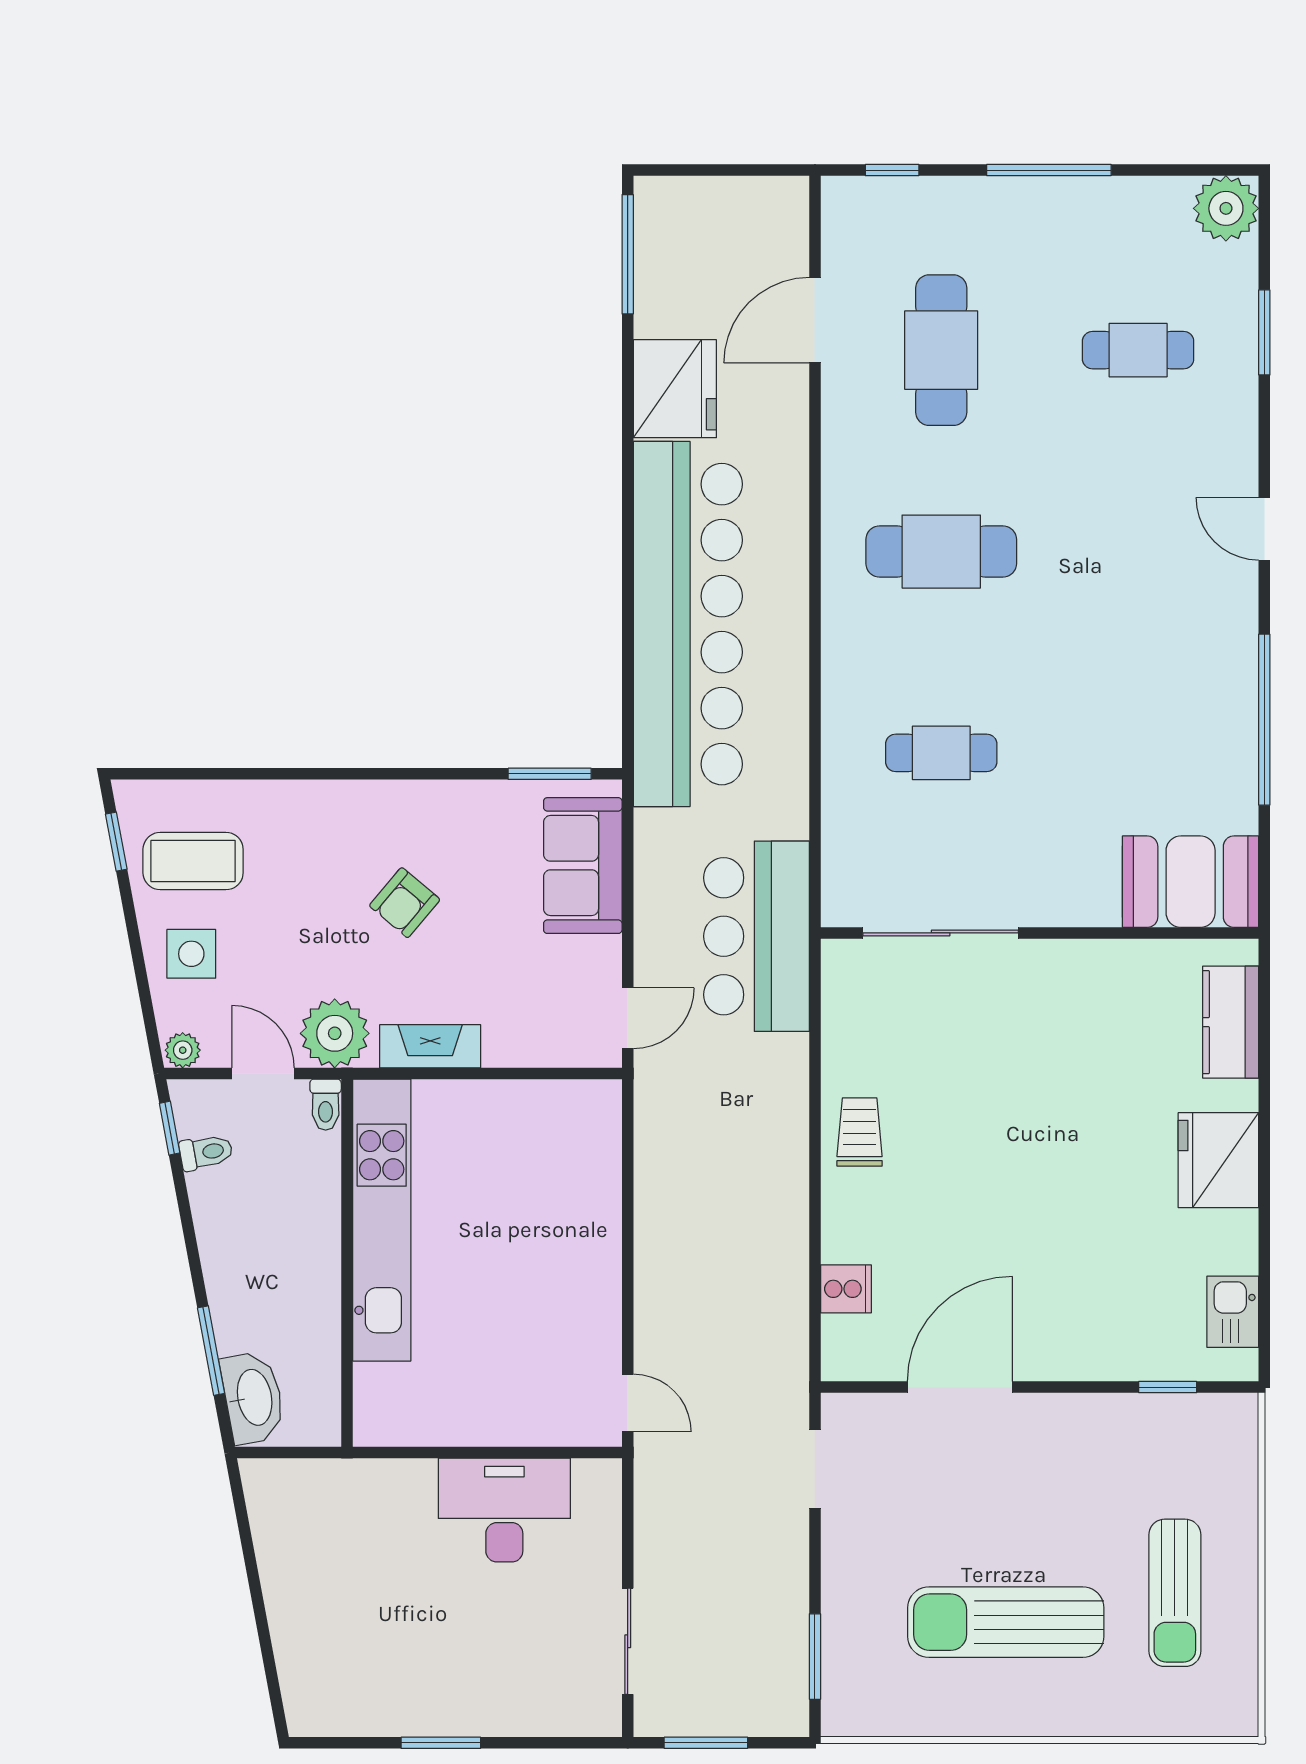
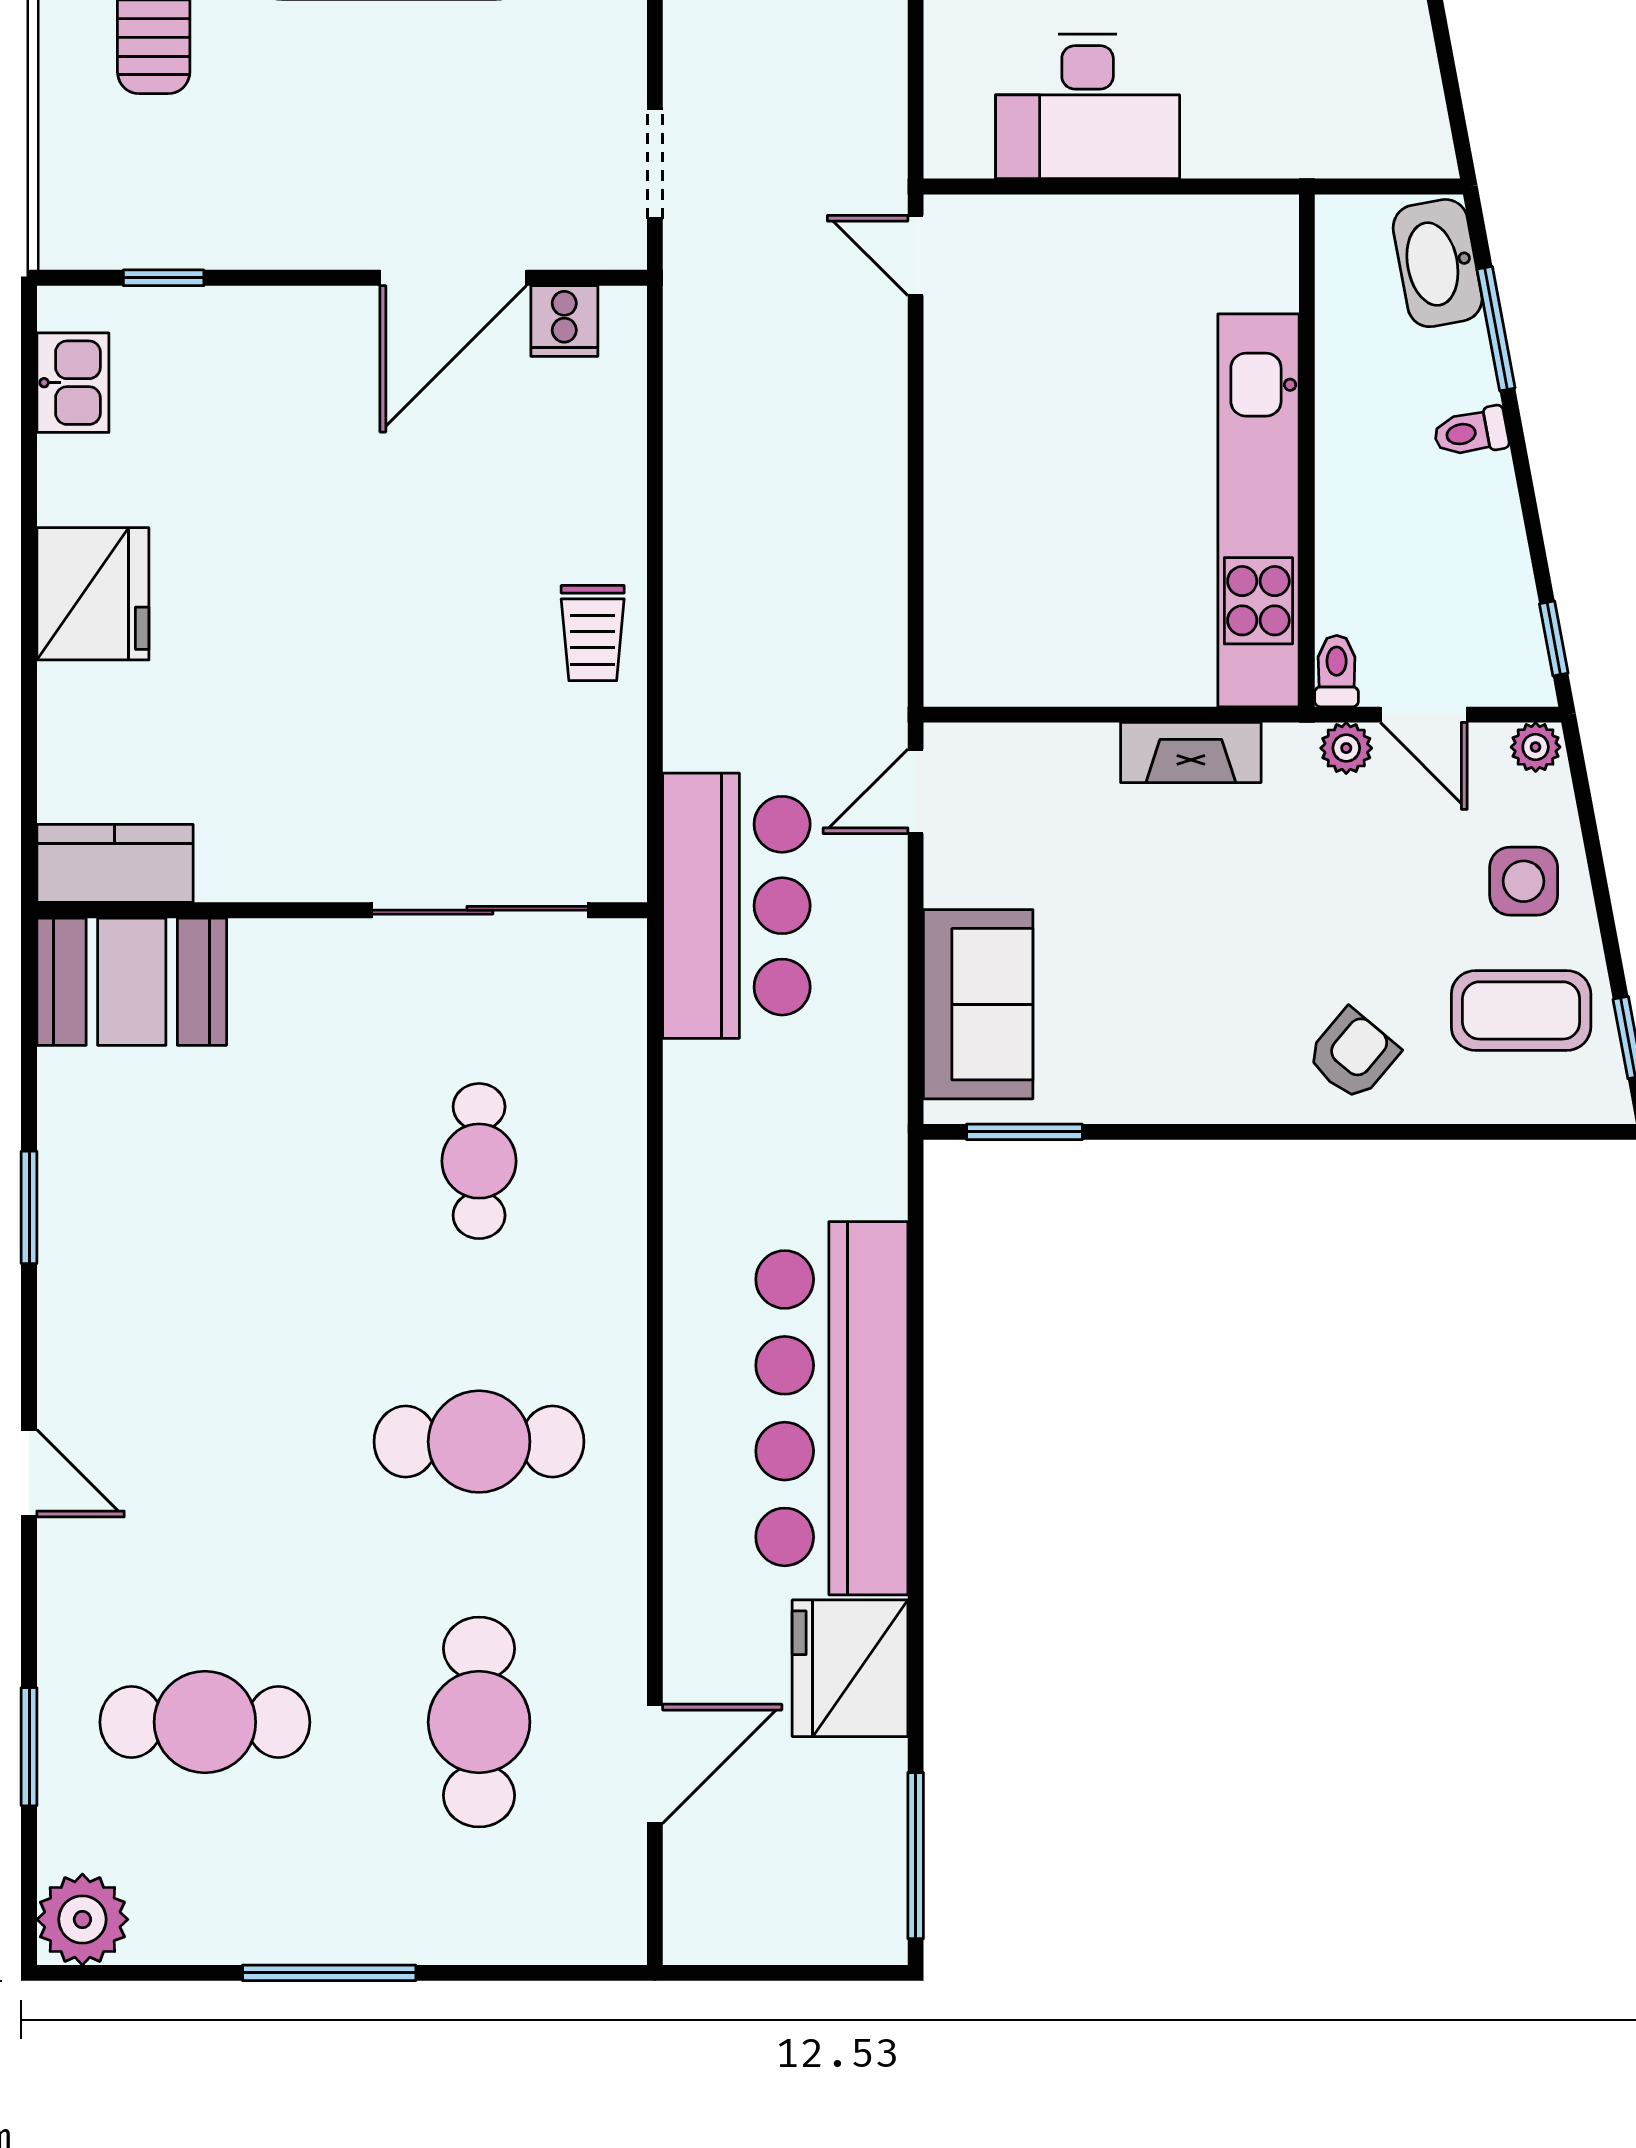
window: (892, 170) -> (547, 1973), removed
cafe table: (1138, 350) -> (205, 1722), width x1.37, depth x1.35
bar counter: (688, 624) -> (832, 1408), width x0.73
window: (1264, 720) -> (29, 1207), width x0.47
cafe table: (941, 753) -> (479, 1161), turned 90
armchair: (405, 903) -> (1353, 1054), moved
kitchen counter: (1231, 1022) -> (115, 863), moved, turned -90
plant: (335, 1033) -> (1346, 748), width x0.53, depth x0.53
toilet: (206, 1152) -> (1471, 432), moved
cooker: (846, 1289) -> (564, 321), moved, turned -90

